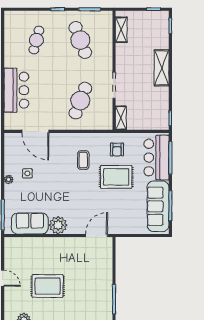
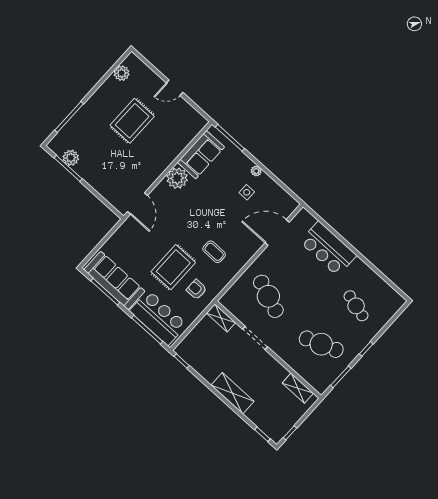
plant: (106, 304) -> (71, 158), added

